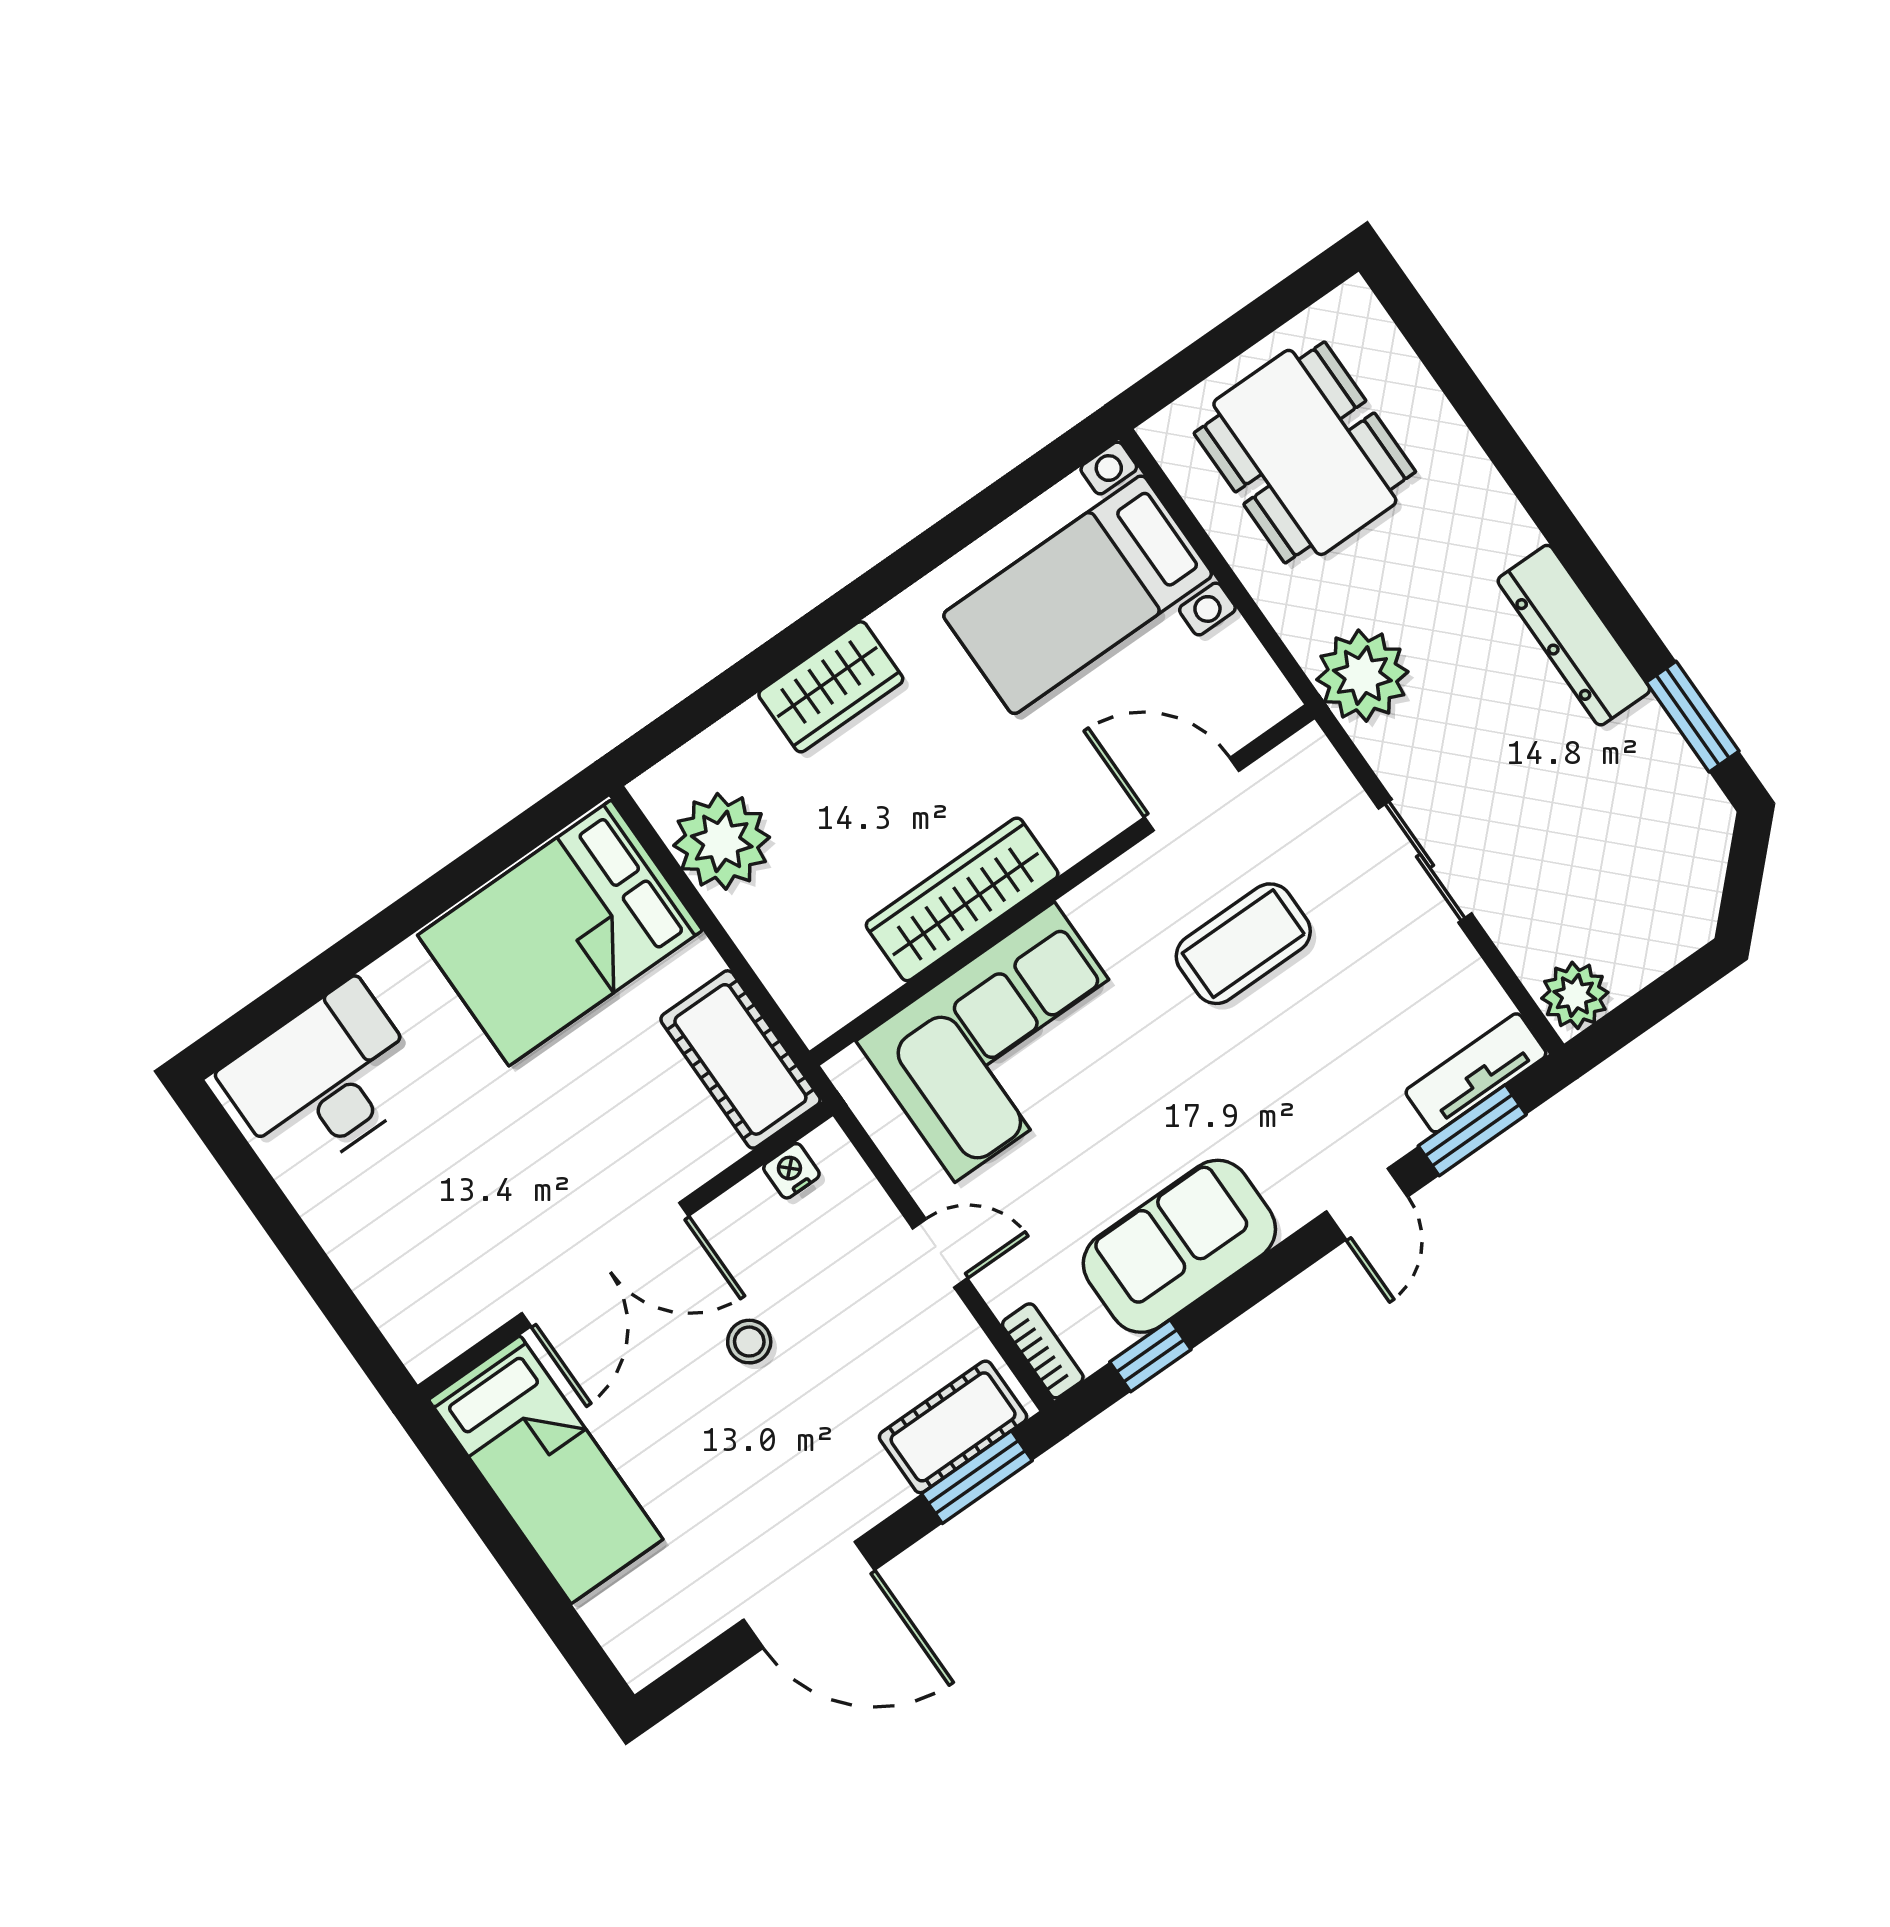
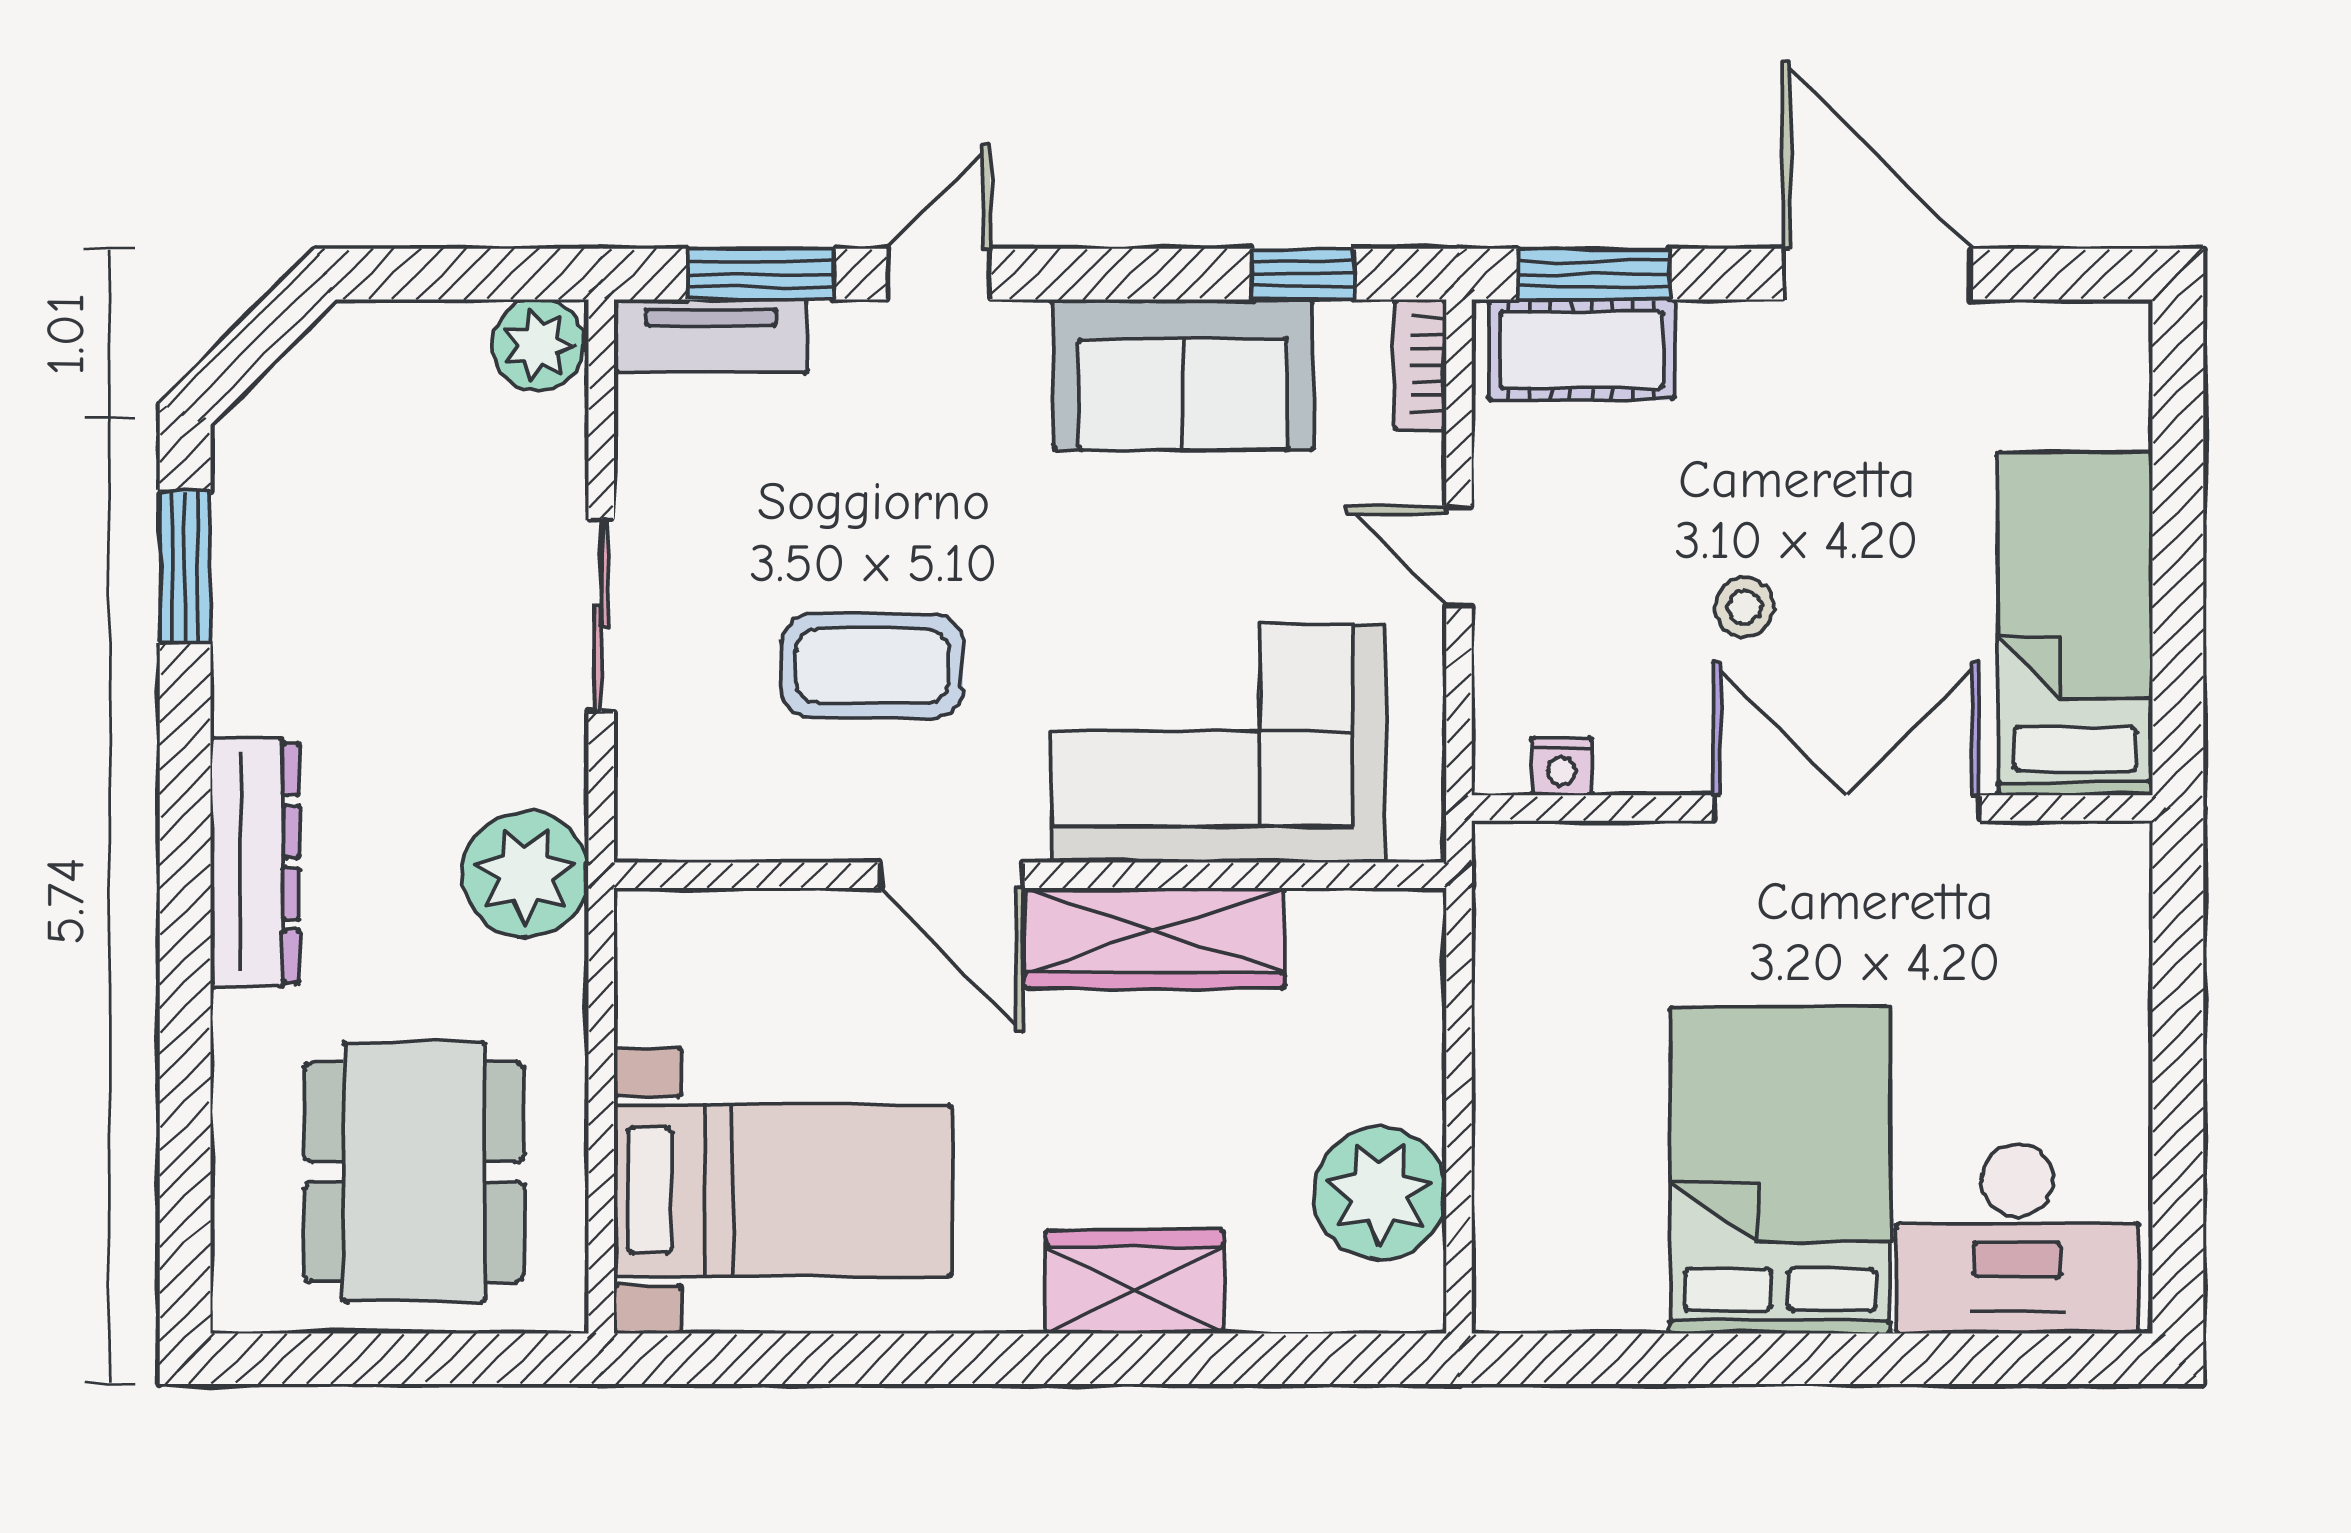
dresser: (1574, 635) -> (255, 863), moved
door: (1192, 794) -> (951, 875), moved
bed: (560, 933) -> (1780, 1170), moved, turned -90
cot: (740, 1059) -> (1531, 933), removed

